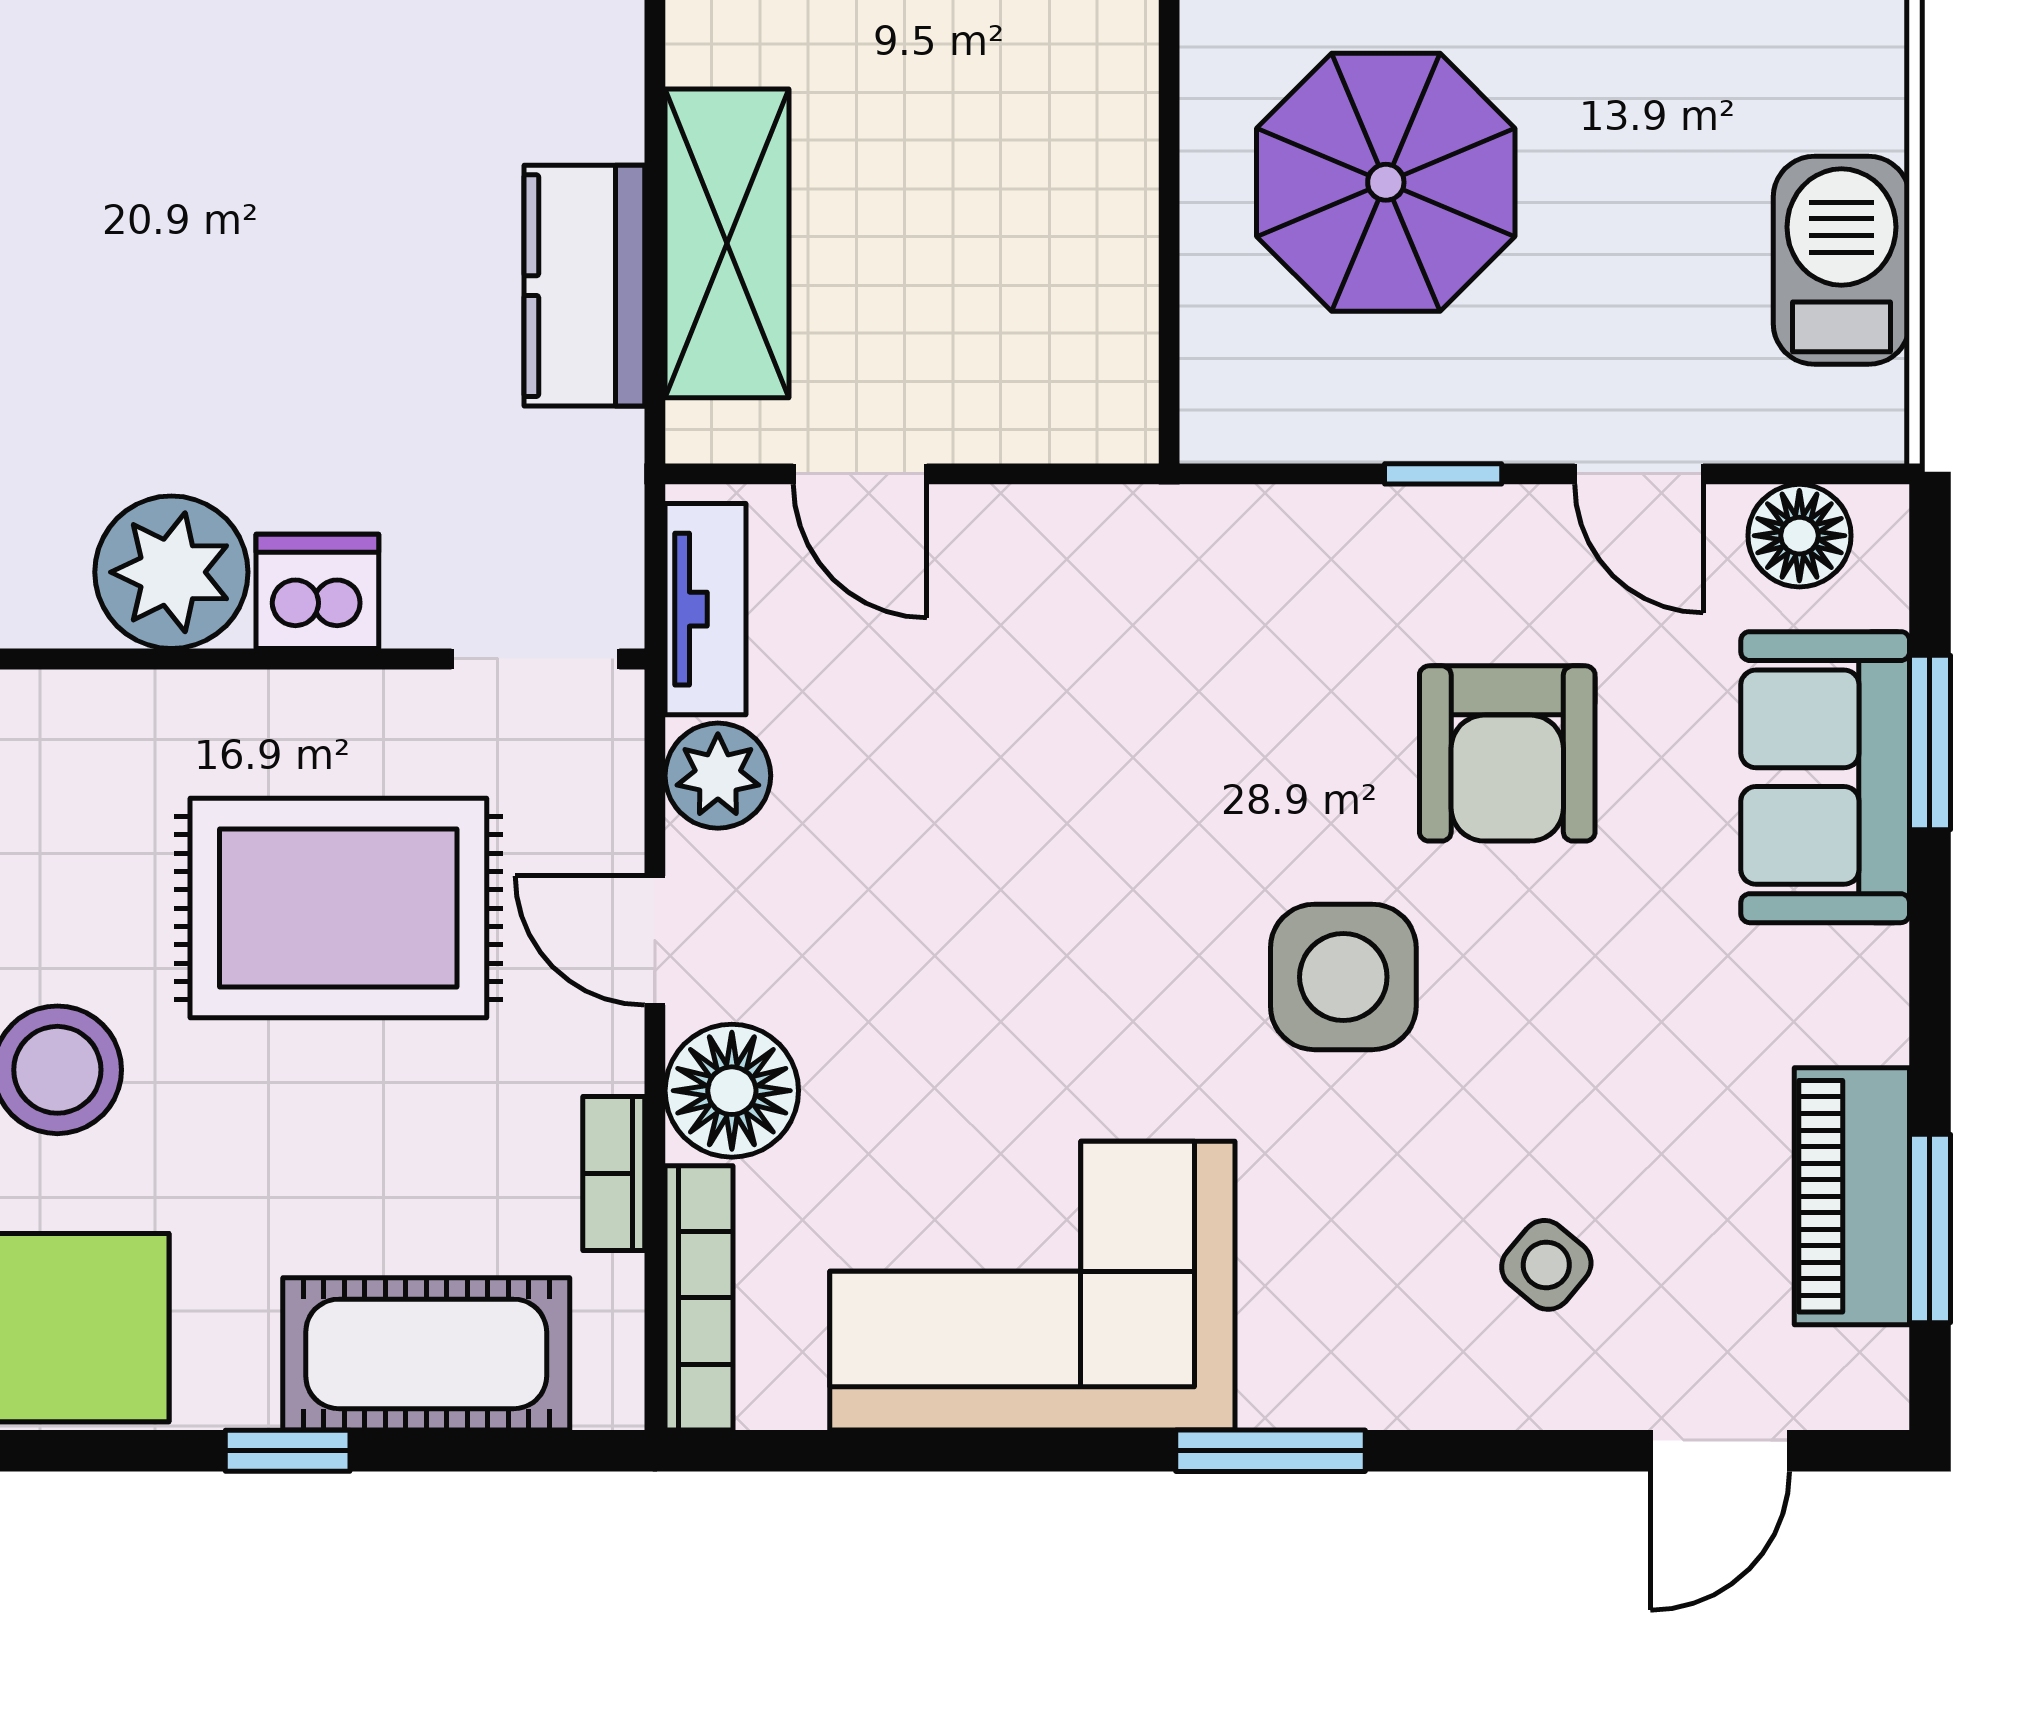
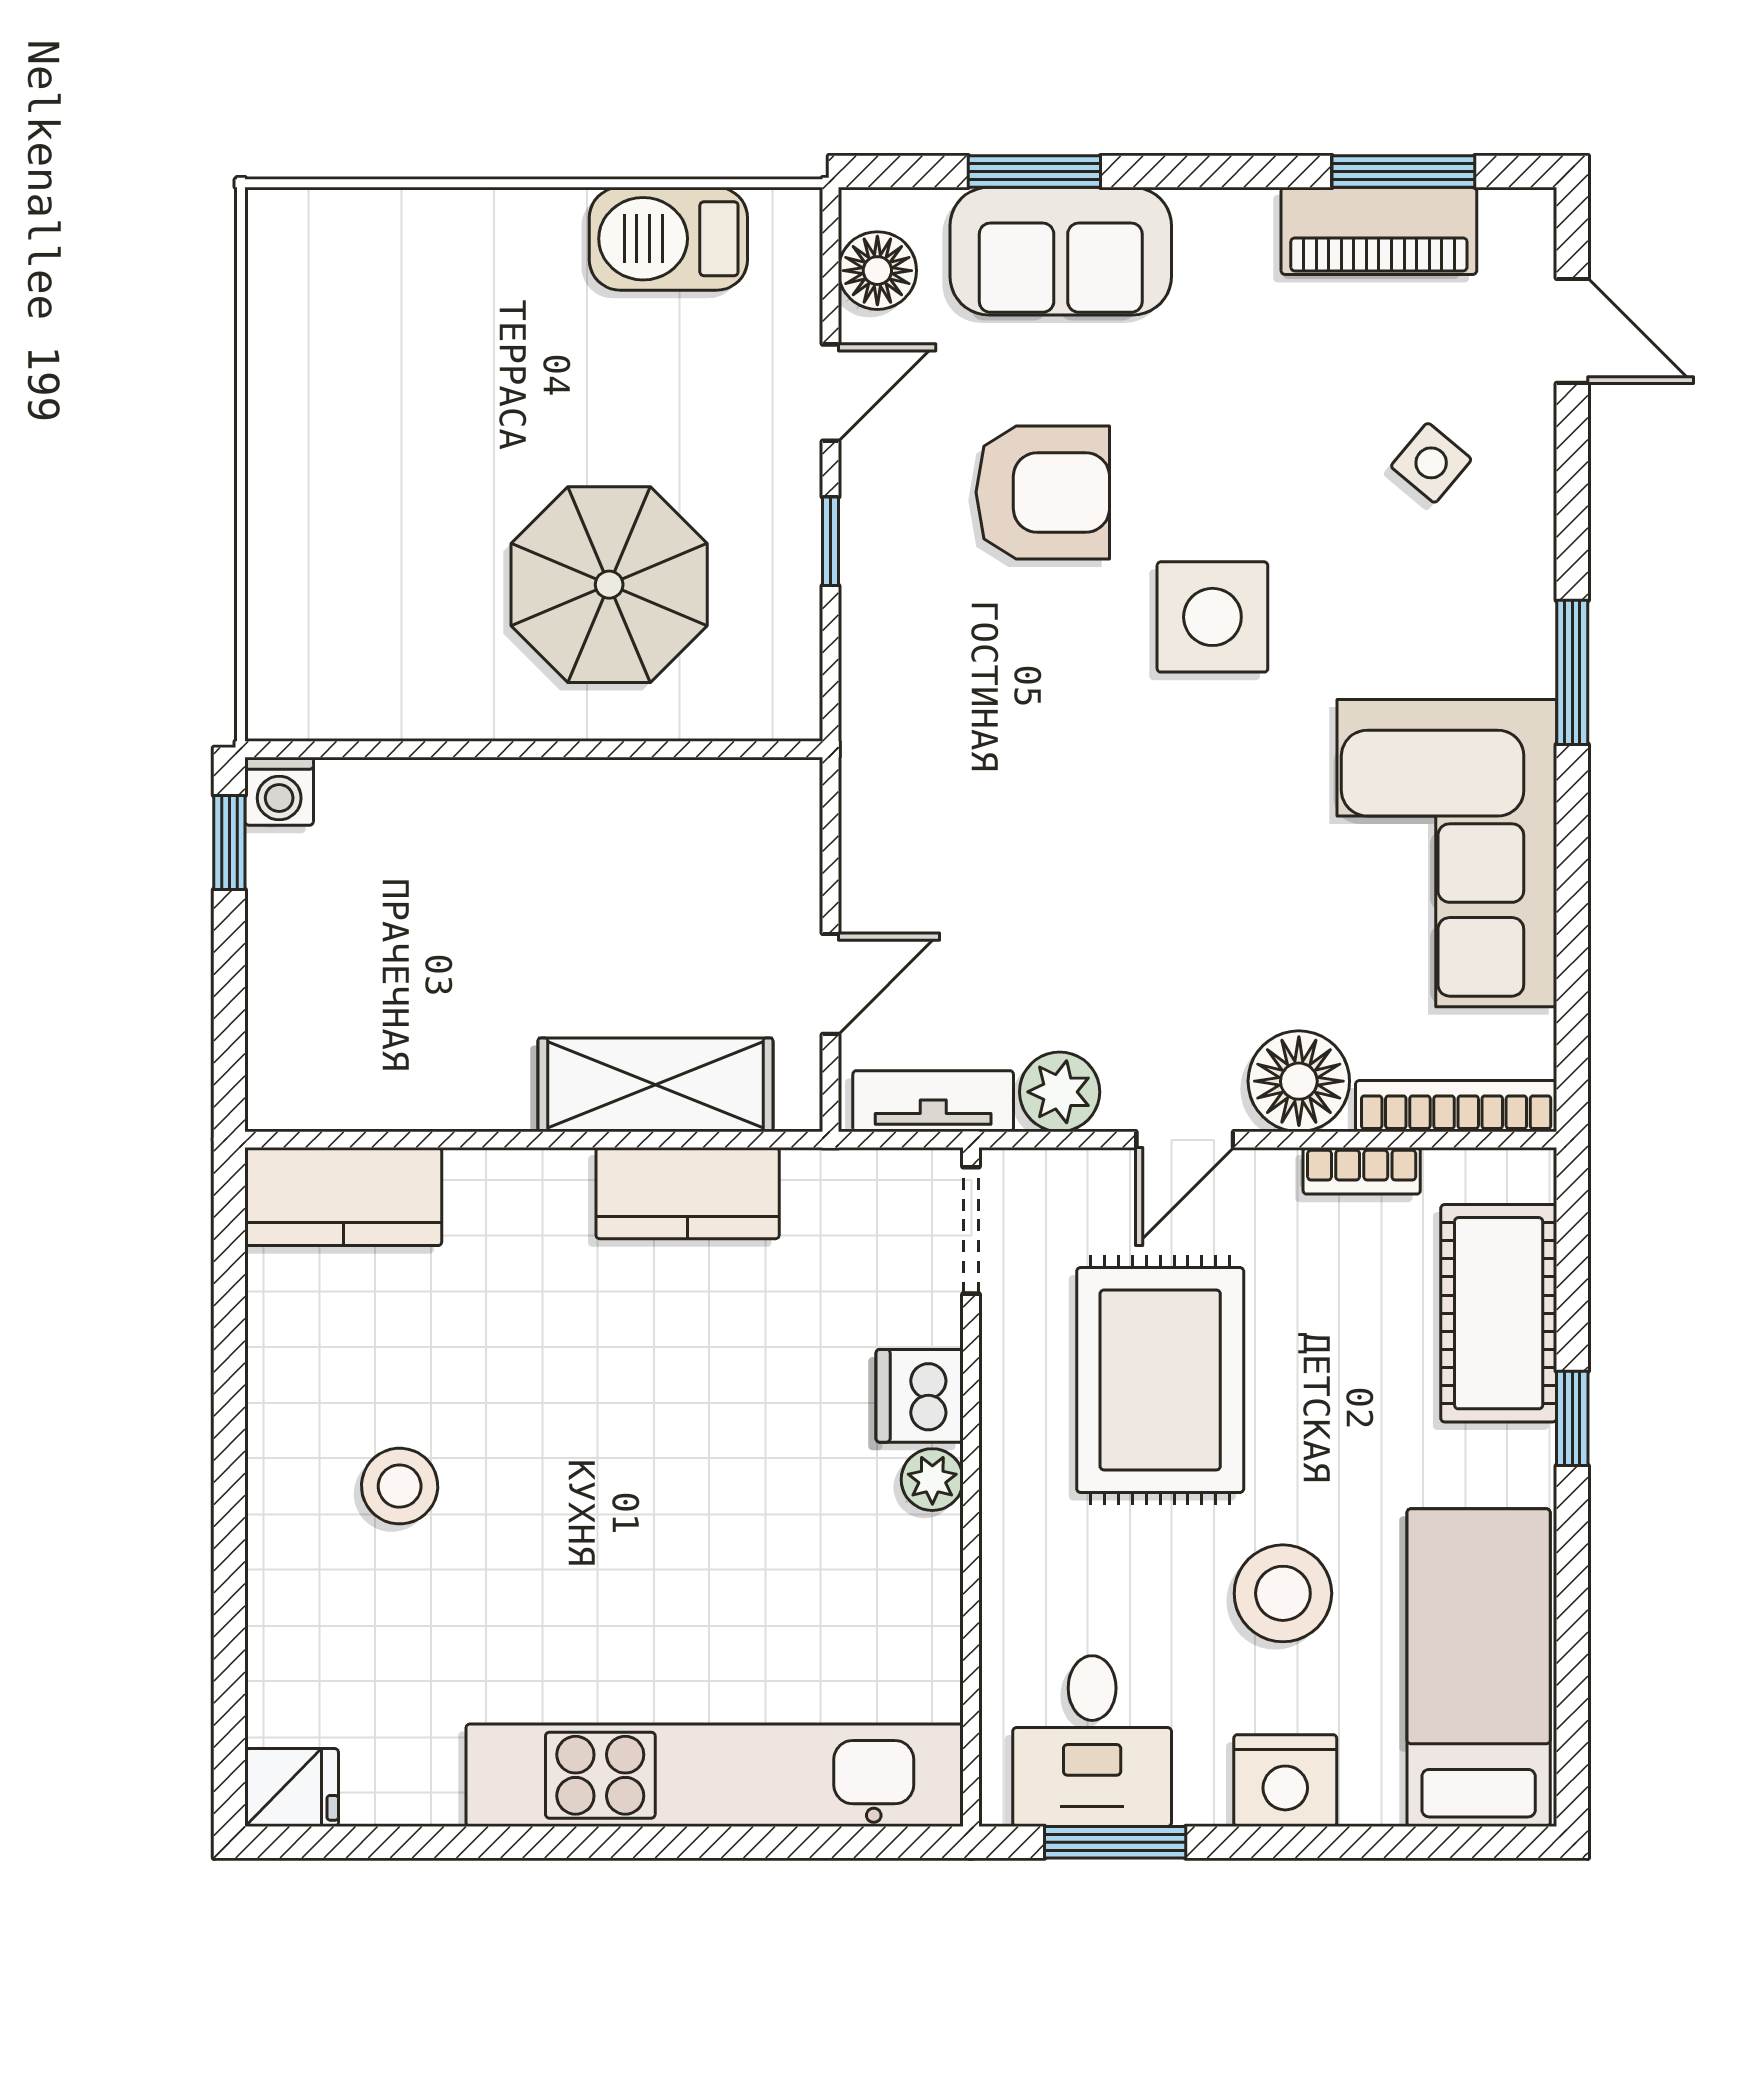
plant: (171, 572) -> (932, 1480), width x0.53, depth x0.53

